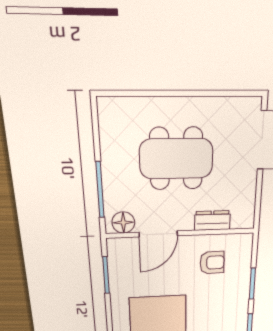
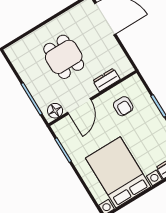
dining table: (176, 159) -> (64, 57), width x0.73
armchair: (212, 263) -> (123, 106), turned 91

